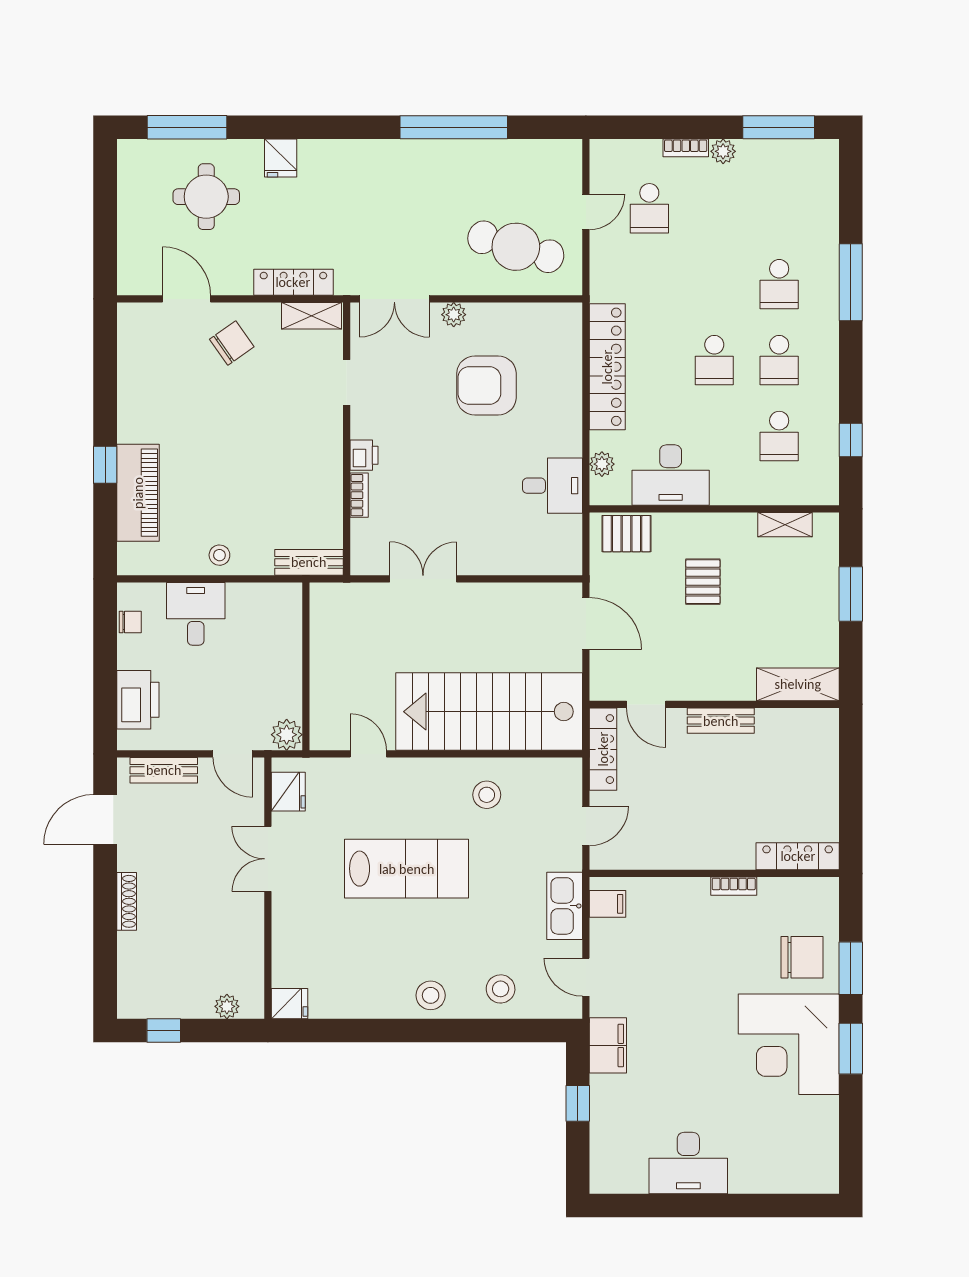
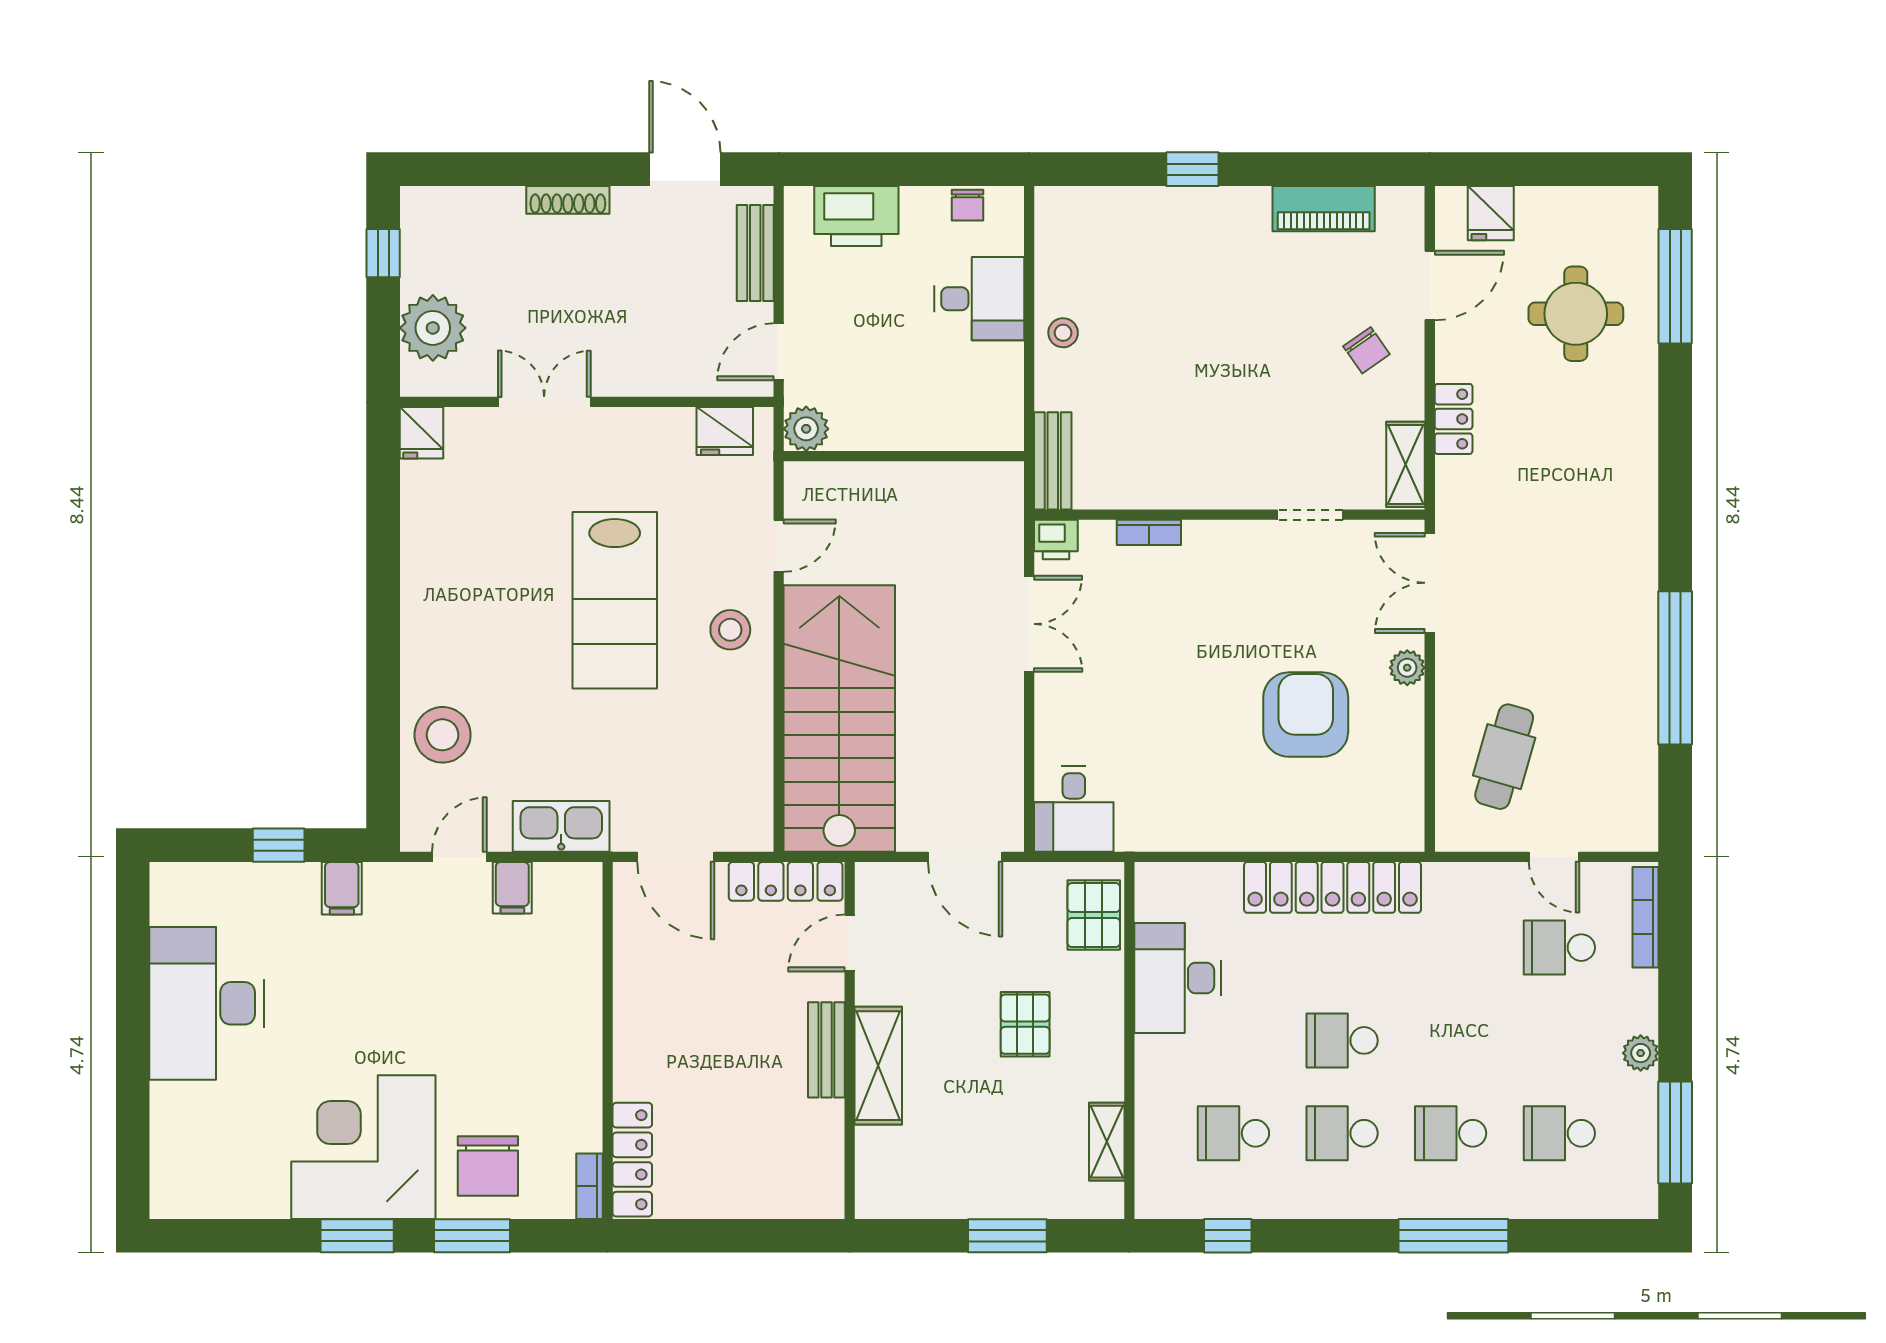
bookcase: (686, 148) -> (1646, 917), moved, width x1.56
fridge: (281, 158) -> (1491, 213), moved, turned -90
school desk: (779, 208) -> (1559, 1133), added
cafe table: (516, 247) -> (1504, 757), width x0.73, depth x0.74
locker: (293, 282) -> (1454, 419), width x0.66
chair: (232, 343) -> (1366, 350), width x0.73, depth x0.73
printer: (364, 455) -> (1056, 539), moved
plant: (602, 464) -> (1193, 880), removed
desk: (552, 486) -> (1074, 809), moved
piano: (138, 493) -> (1324, 209), moved, width x0.73, depth x0.75
pallet: (703, 582) -> (1025, 1024), turned 90
door: (586, 624) -> (965, 857), hinge flipped
shelving: (798, 684) -> (878, 1066), moved
stool: (487, 795) -> (730, 630), moved
door: (586, 826) -> (676, 857), width x1.37
double door: (268, 859) -> (544, 402), moved
bookcase: (734, 886) -> (590, 1186), moved
filing cabinet: (608, 904) -> (512, 888), moved
stool: (501, 989) -> (443, 735), width x1.38, depth x1.38
stool: (431, 995) -> (433, 635), removed
plant: (227, 1006) -> (433, 328), width x1.88, depth x1.88
filing cabinet: (608, 1045) -> (342, 888), width x0.50
desk: (688, 1163) -> (207, 1003), width x1.36, depth x1.30

